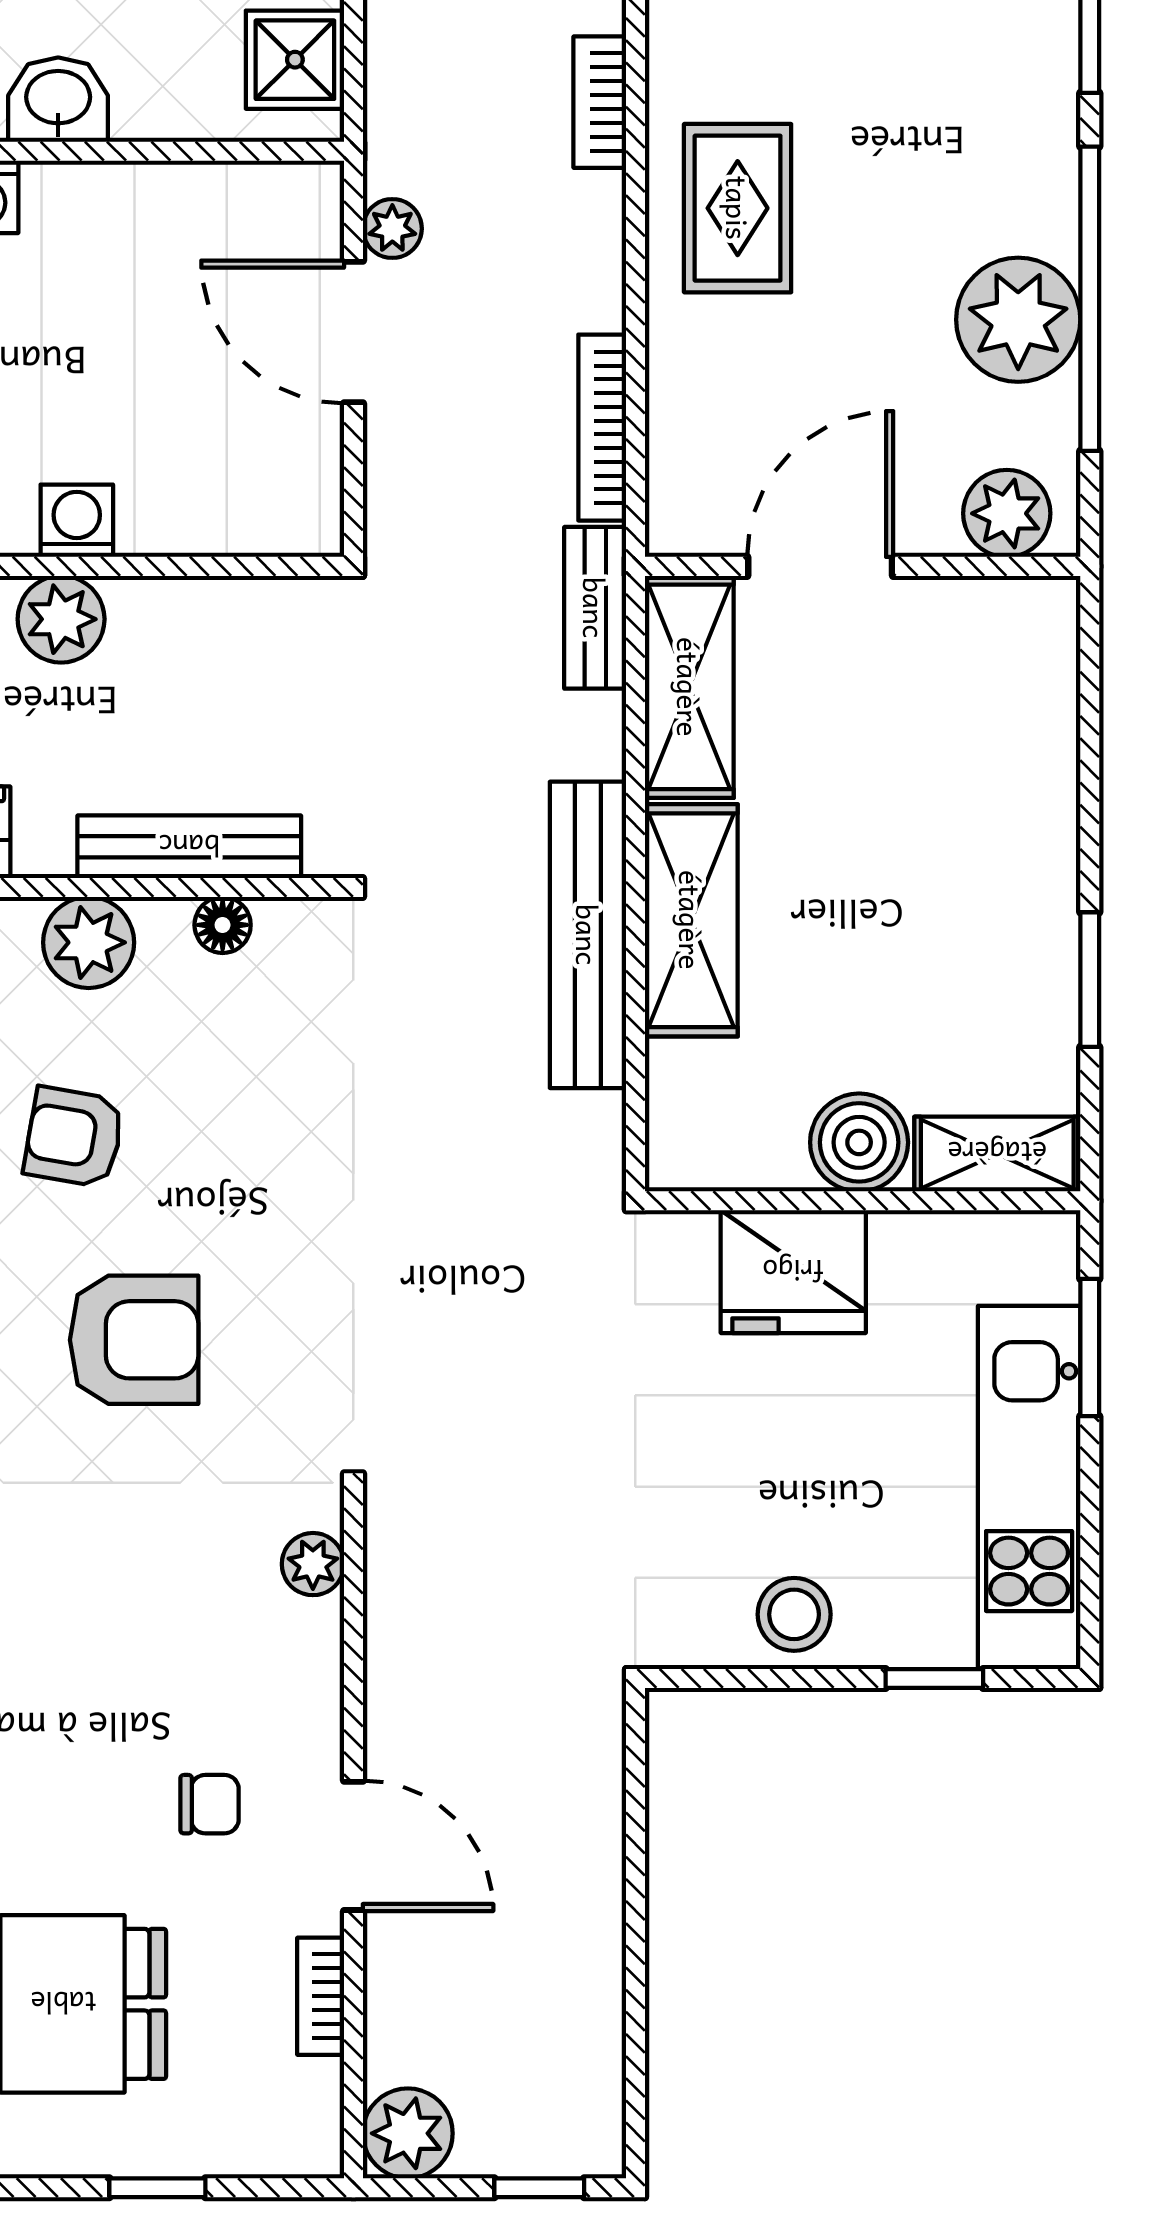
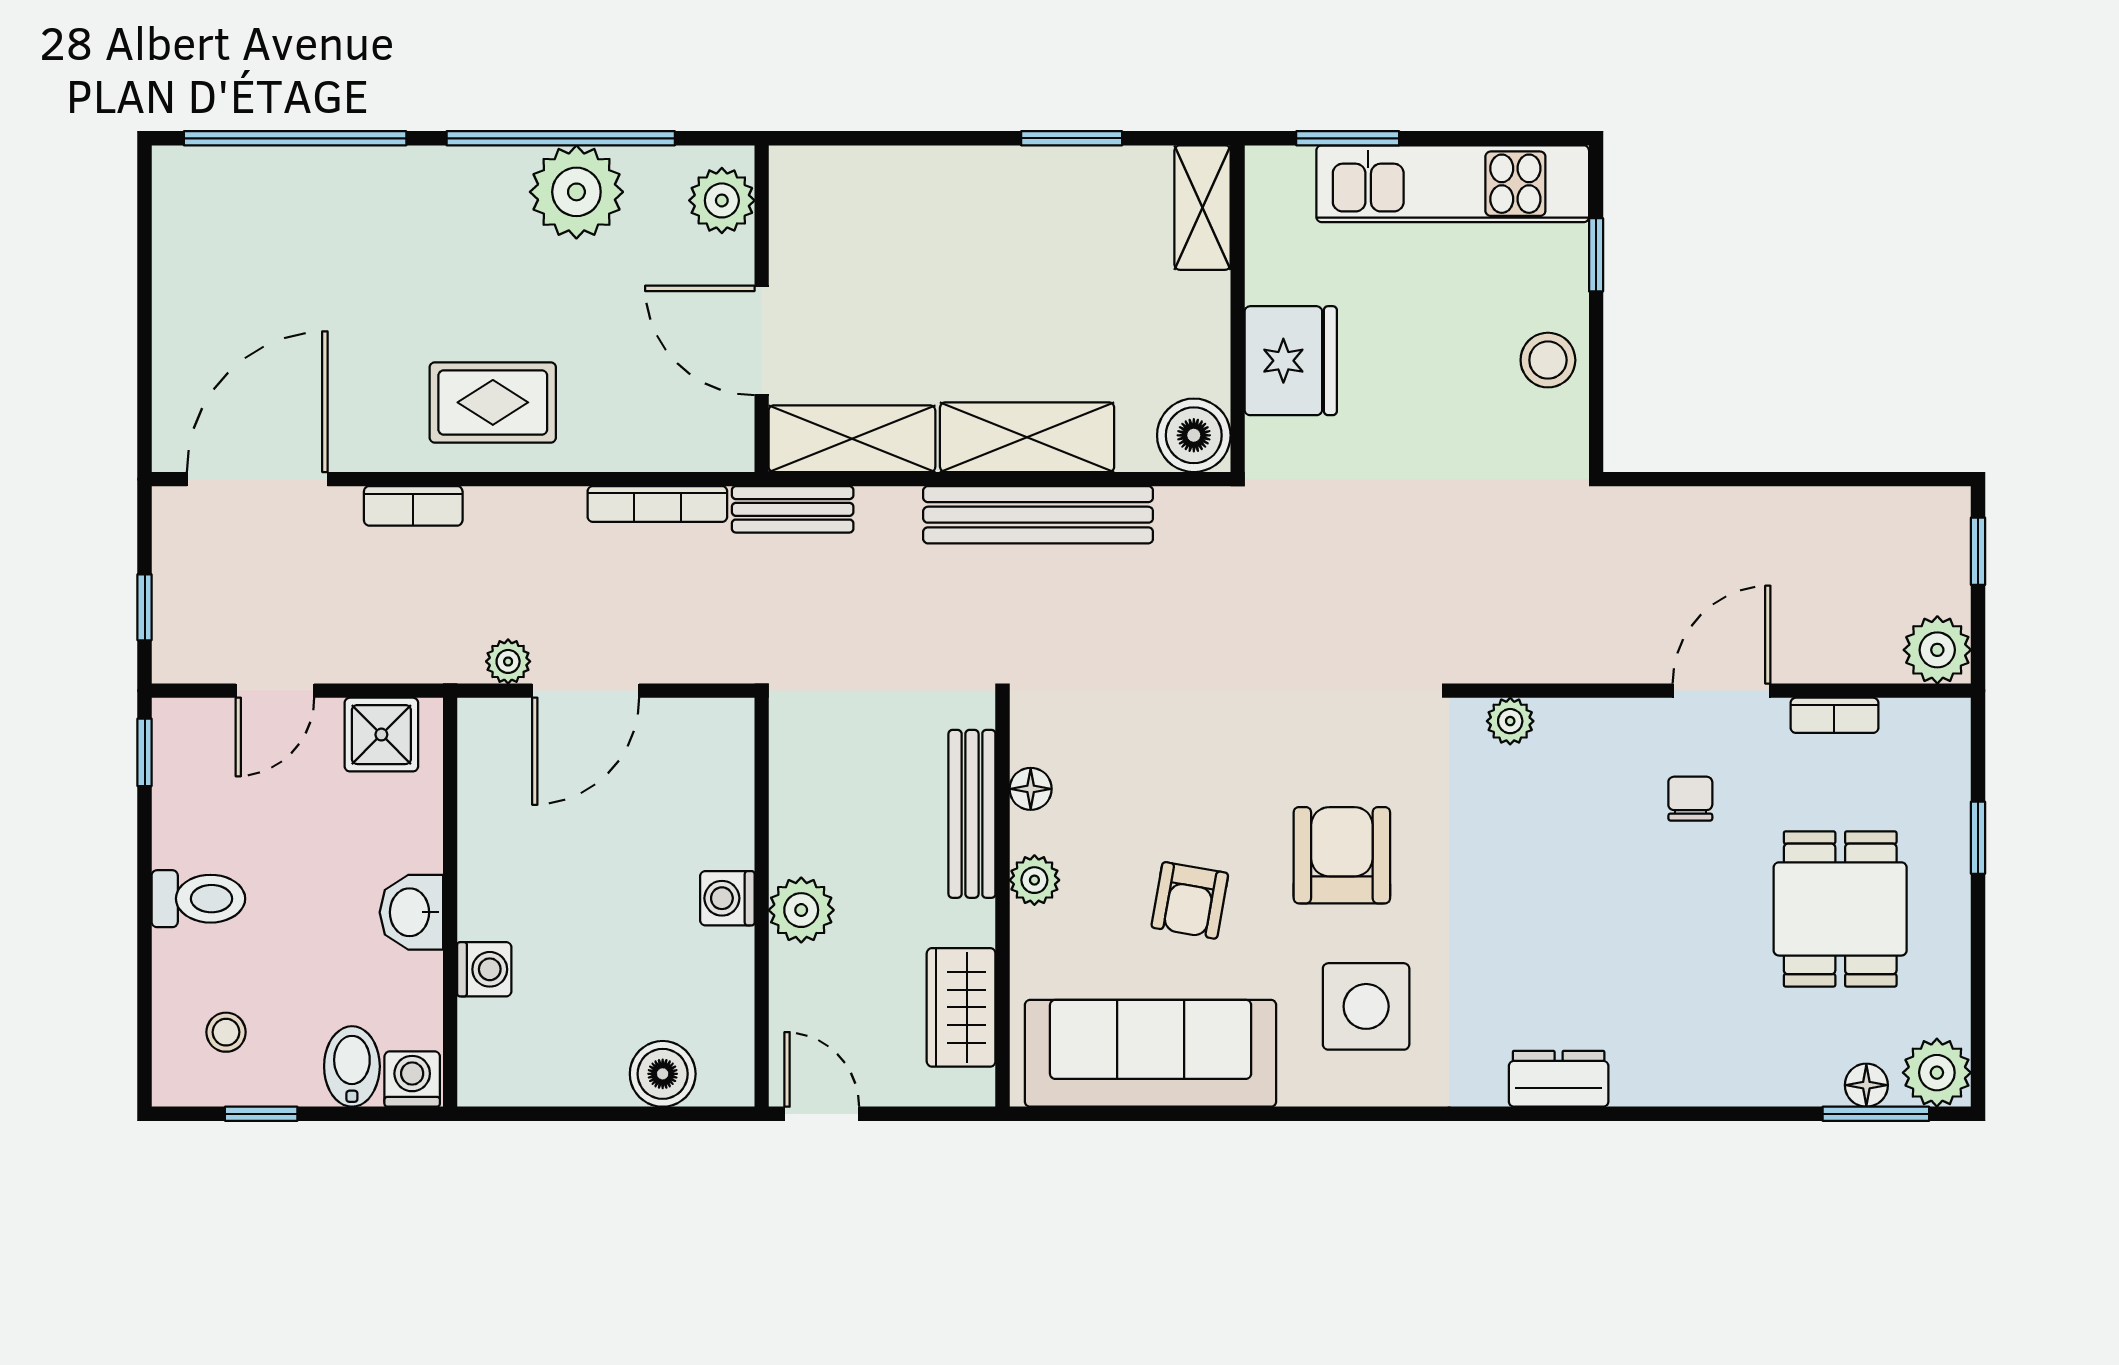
plant: (89, 942) -> (1034, 880), width x0.73, depth x0.73
boiler: (859, 1142) -> (1194, 435), moved

